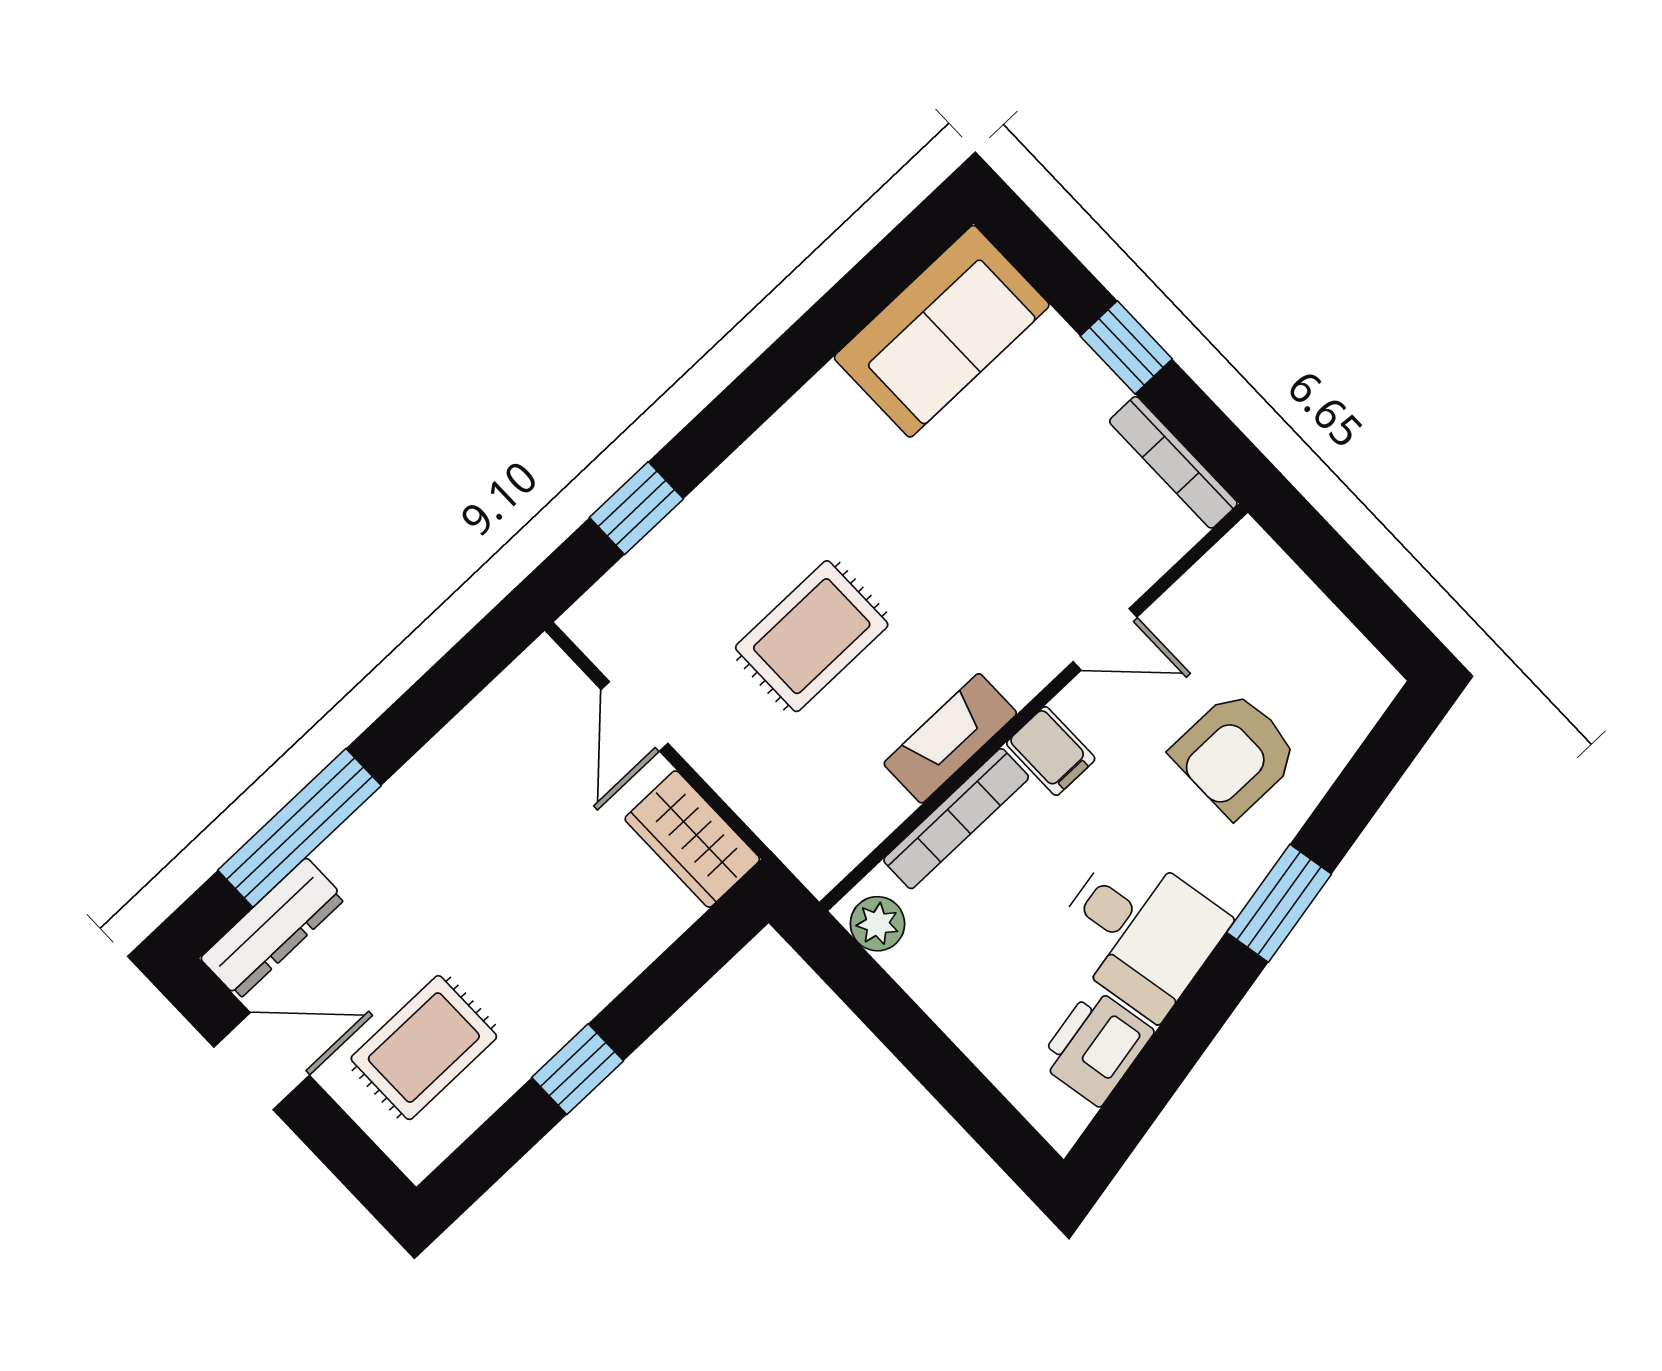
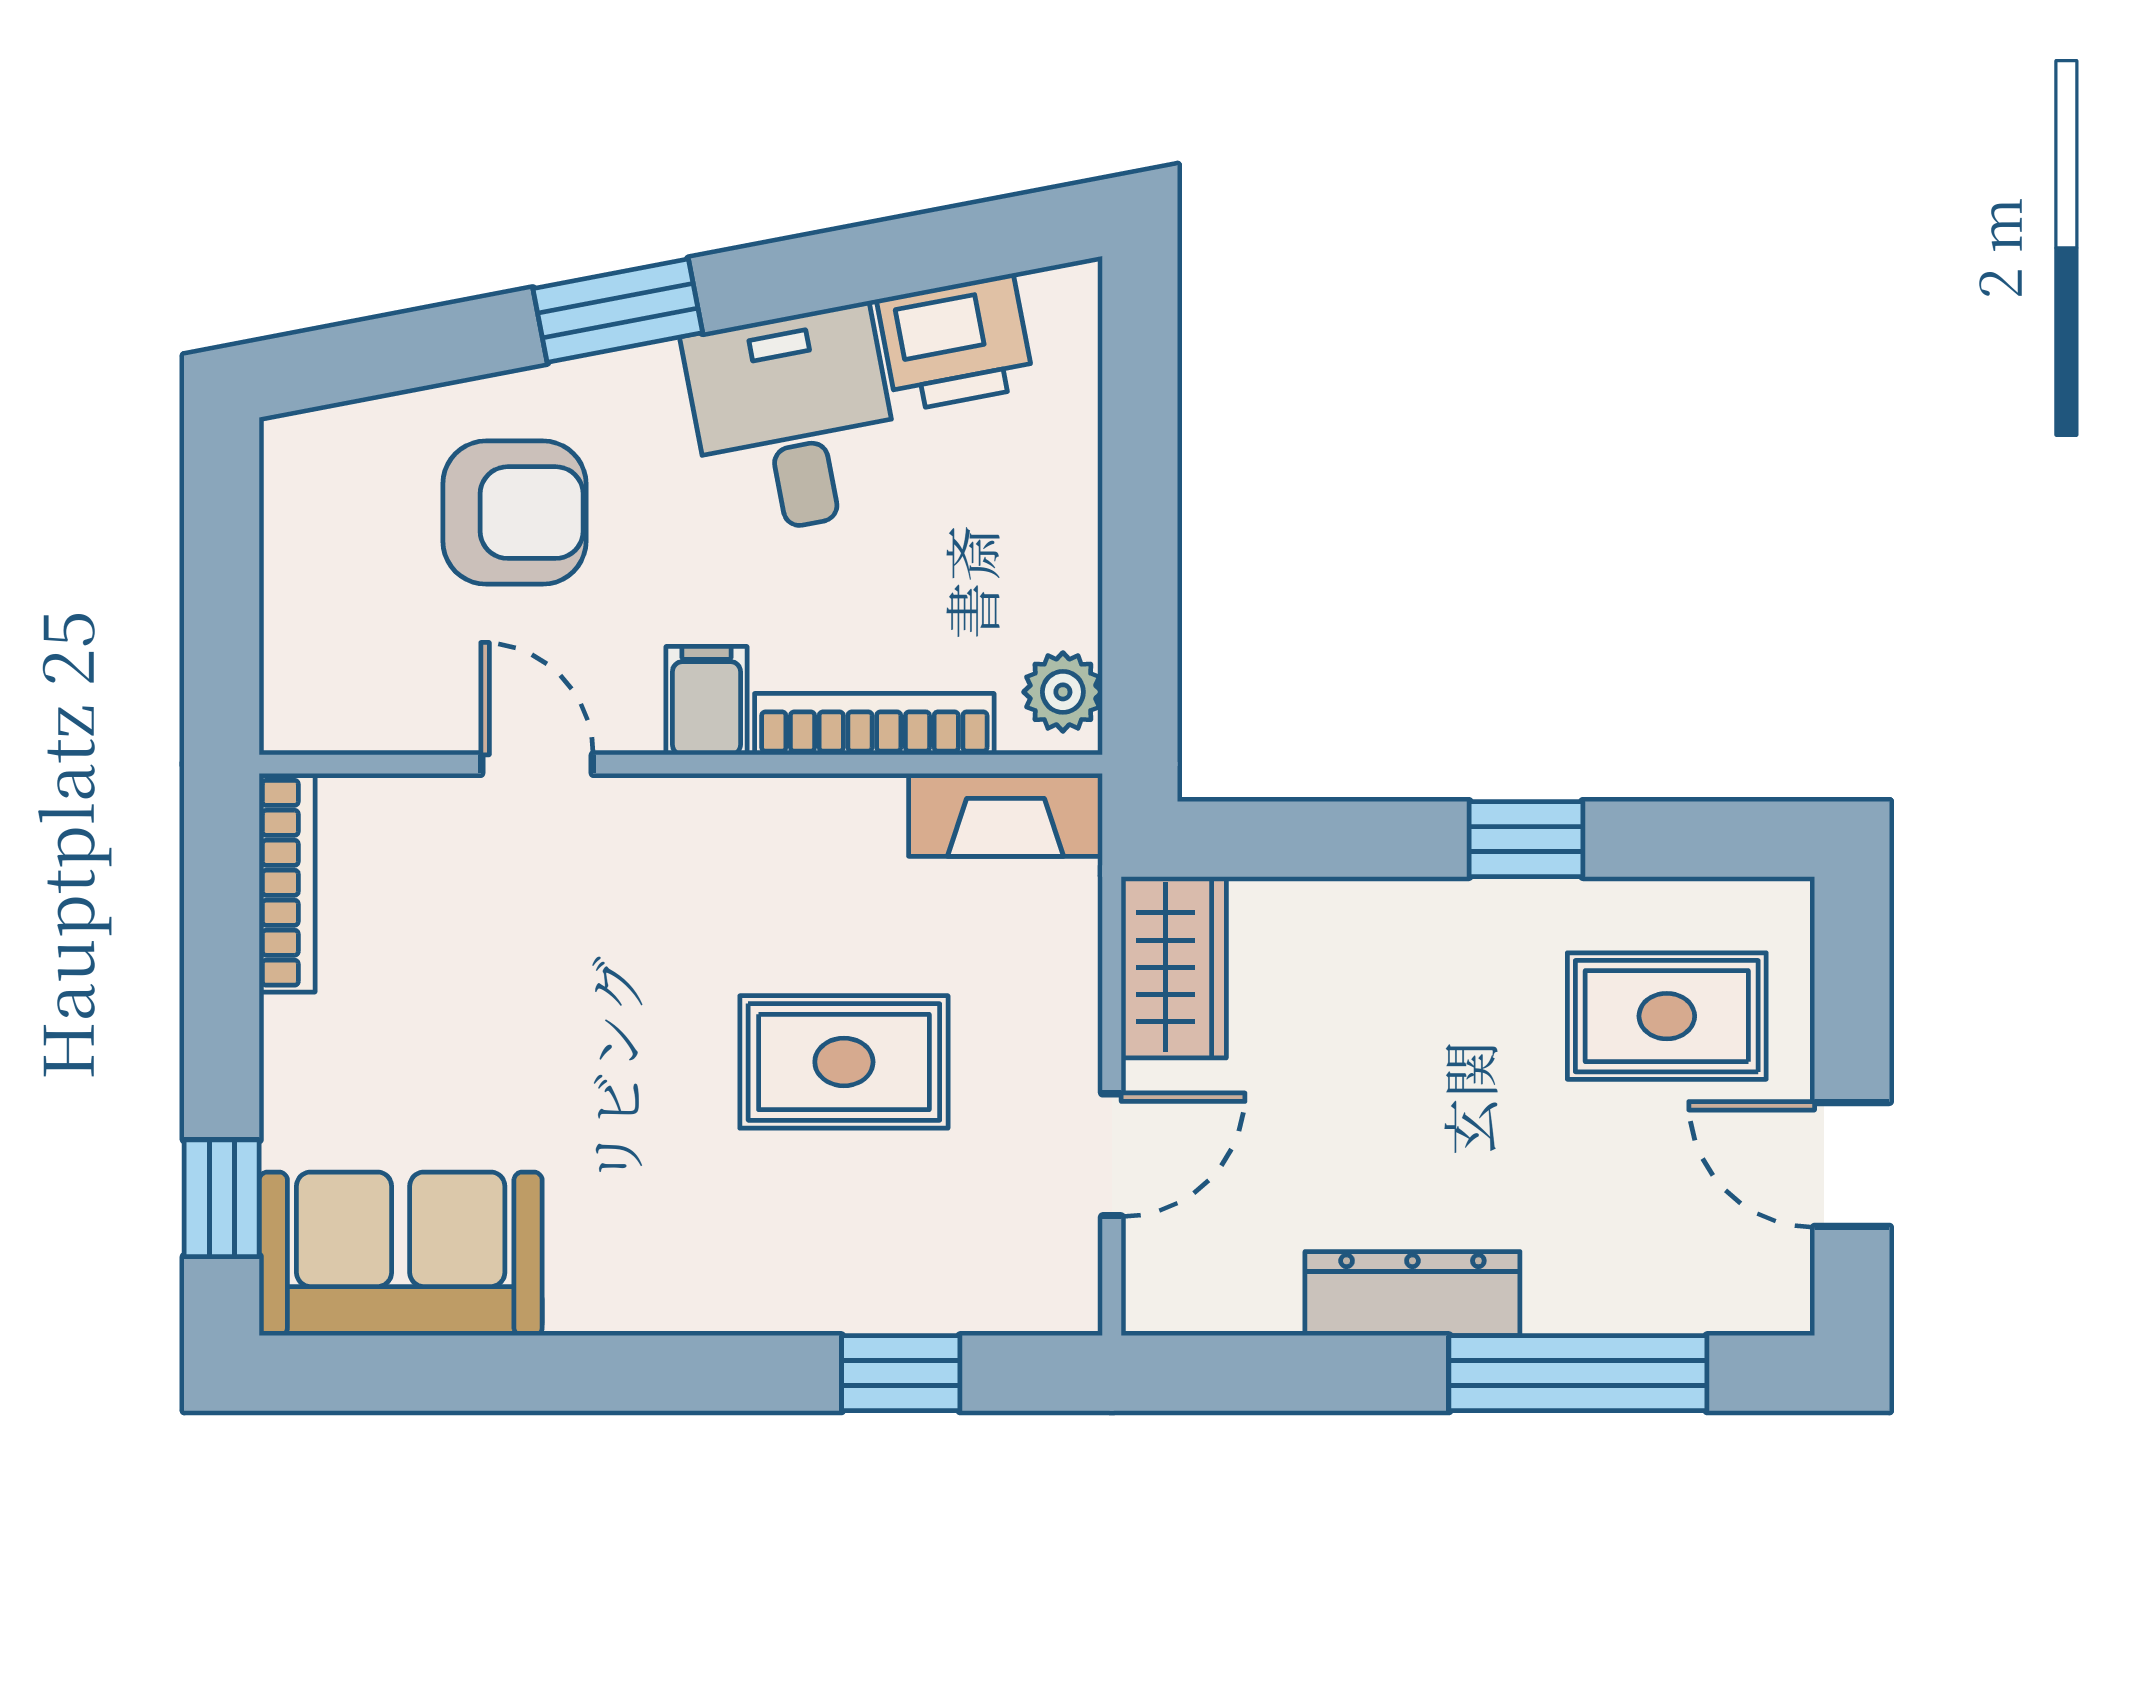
window: (1126, 347) -> (222, 1198), moved
fireplace: (950, 738) -> (1005, 815), moved
dresser: (273, 928) -> (1412, 1294), moved

